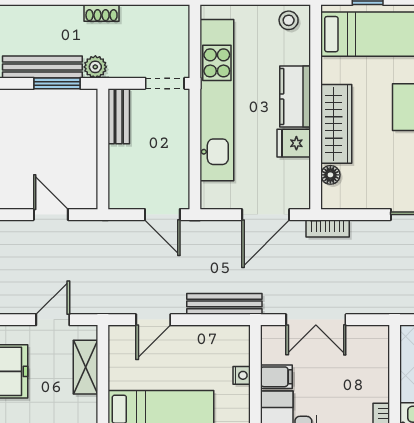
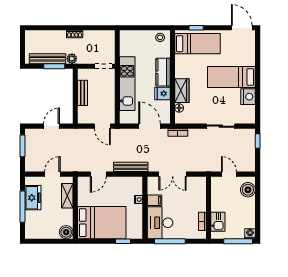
kitchen unit: (217, 100) -> (127, 84), width x0.73
bench: (119, 116) -> (83, 93), moved
wardrobe: (336, 124) -> (182, 91), width x0.67
door: (51, 215) -> (51, 126), hinge flipped
door: (266, 215) -> (150, 126), swing flipped

